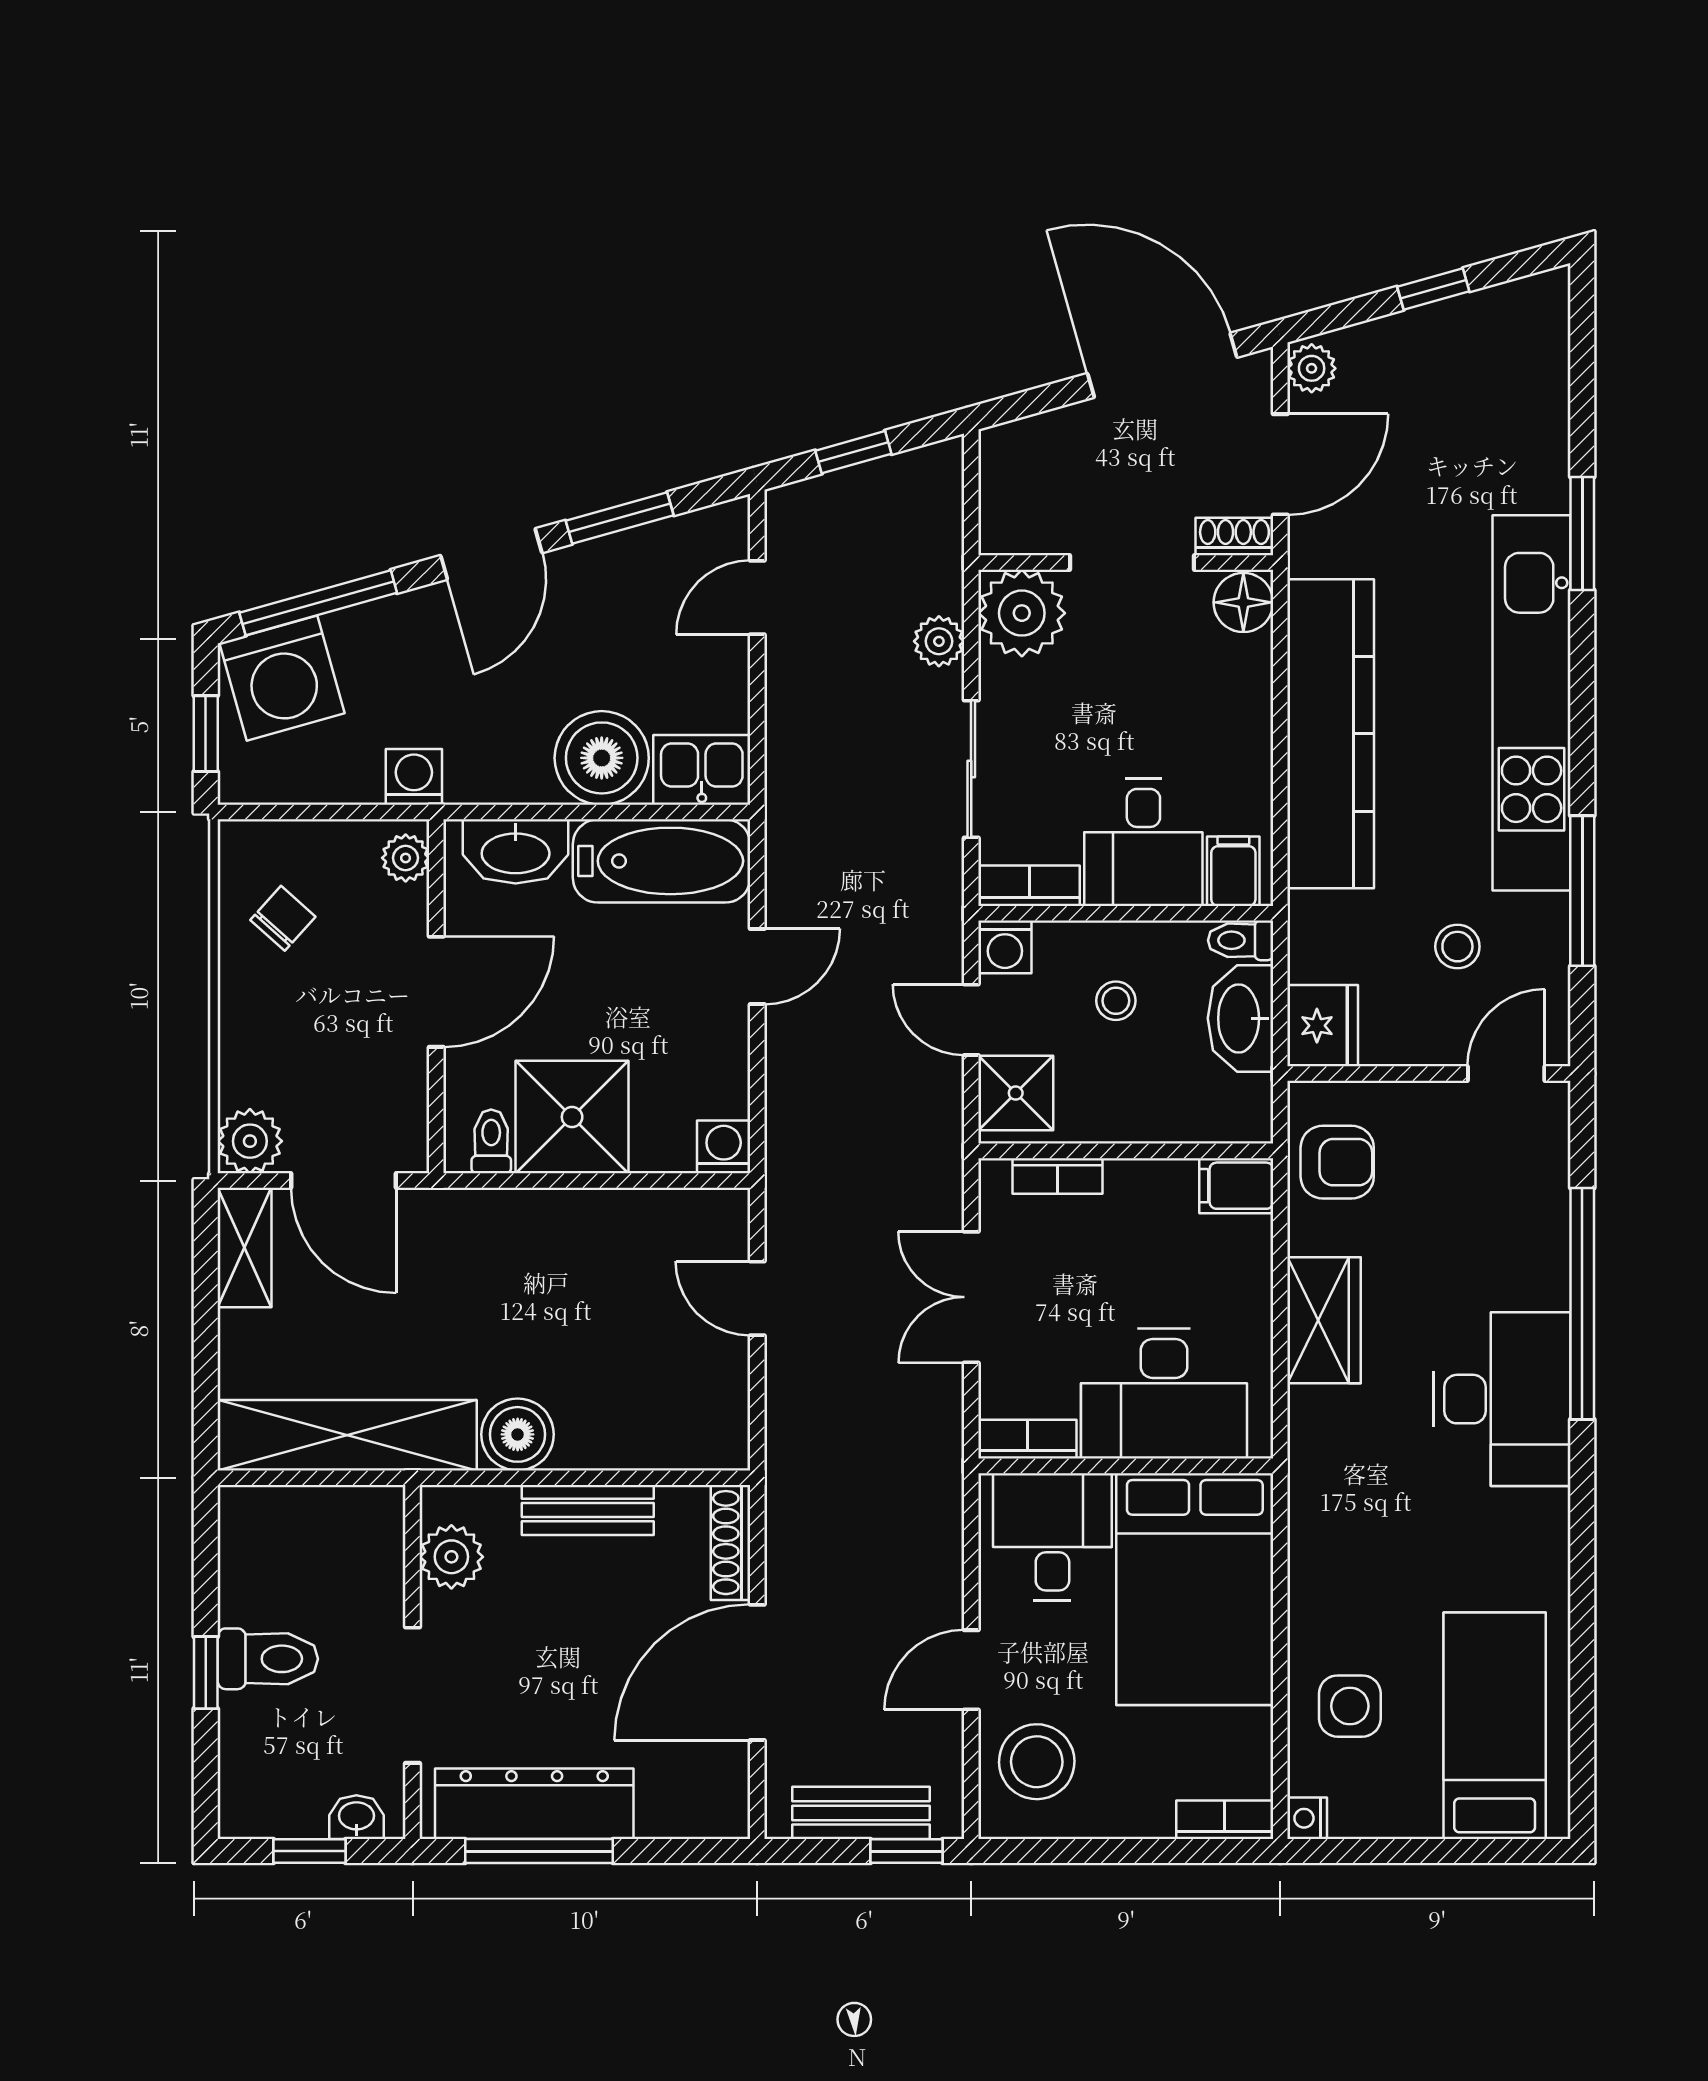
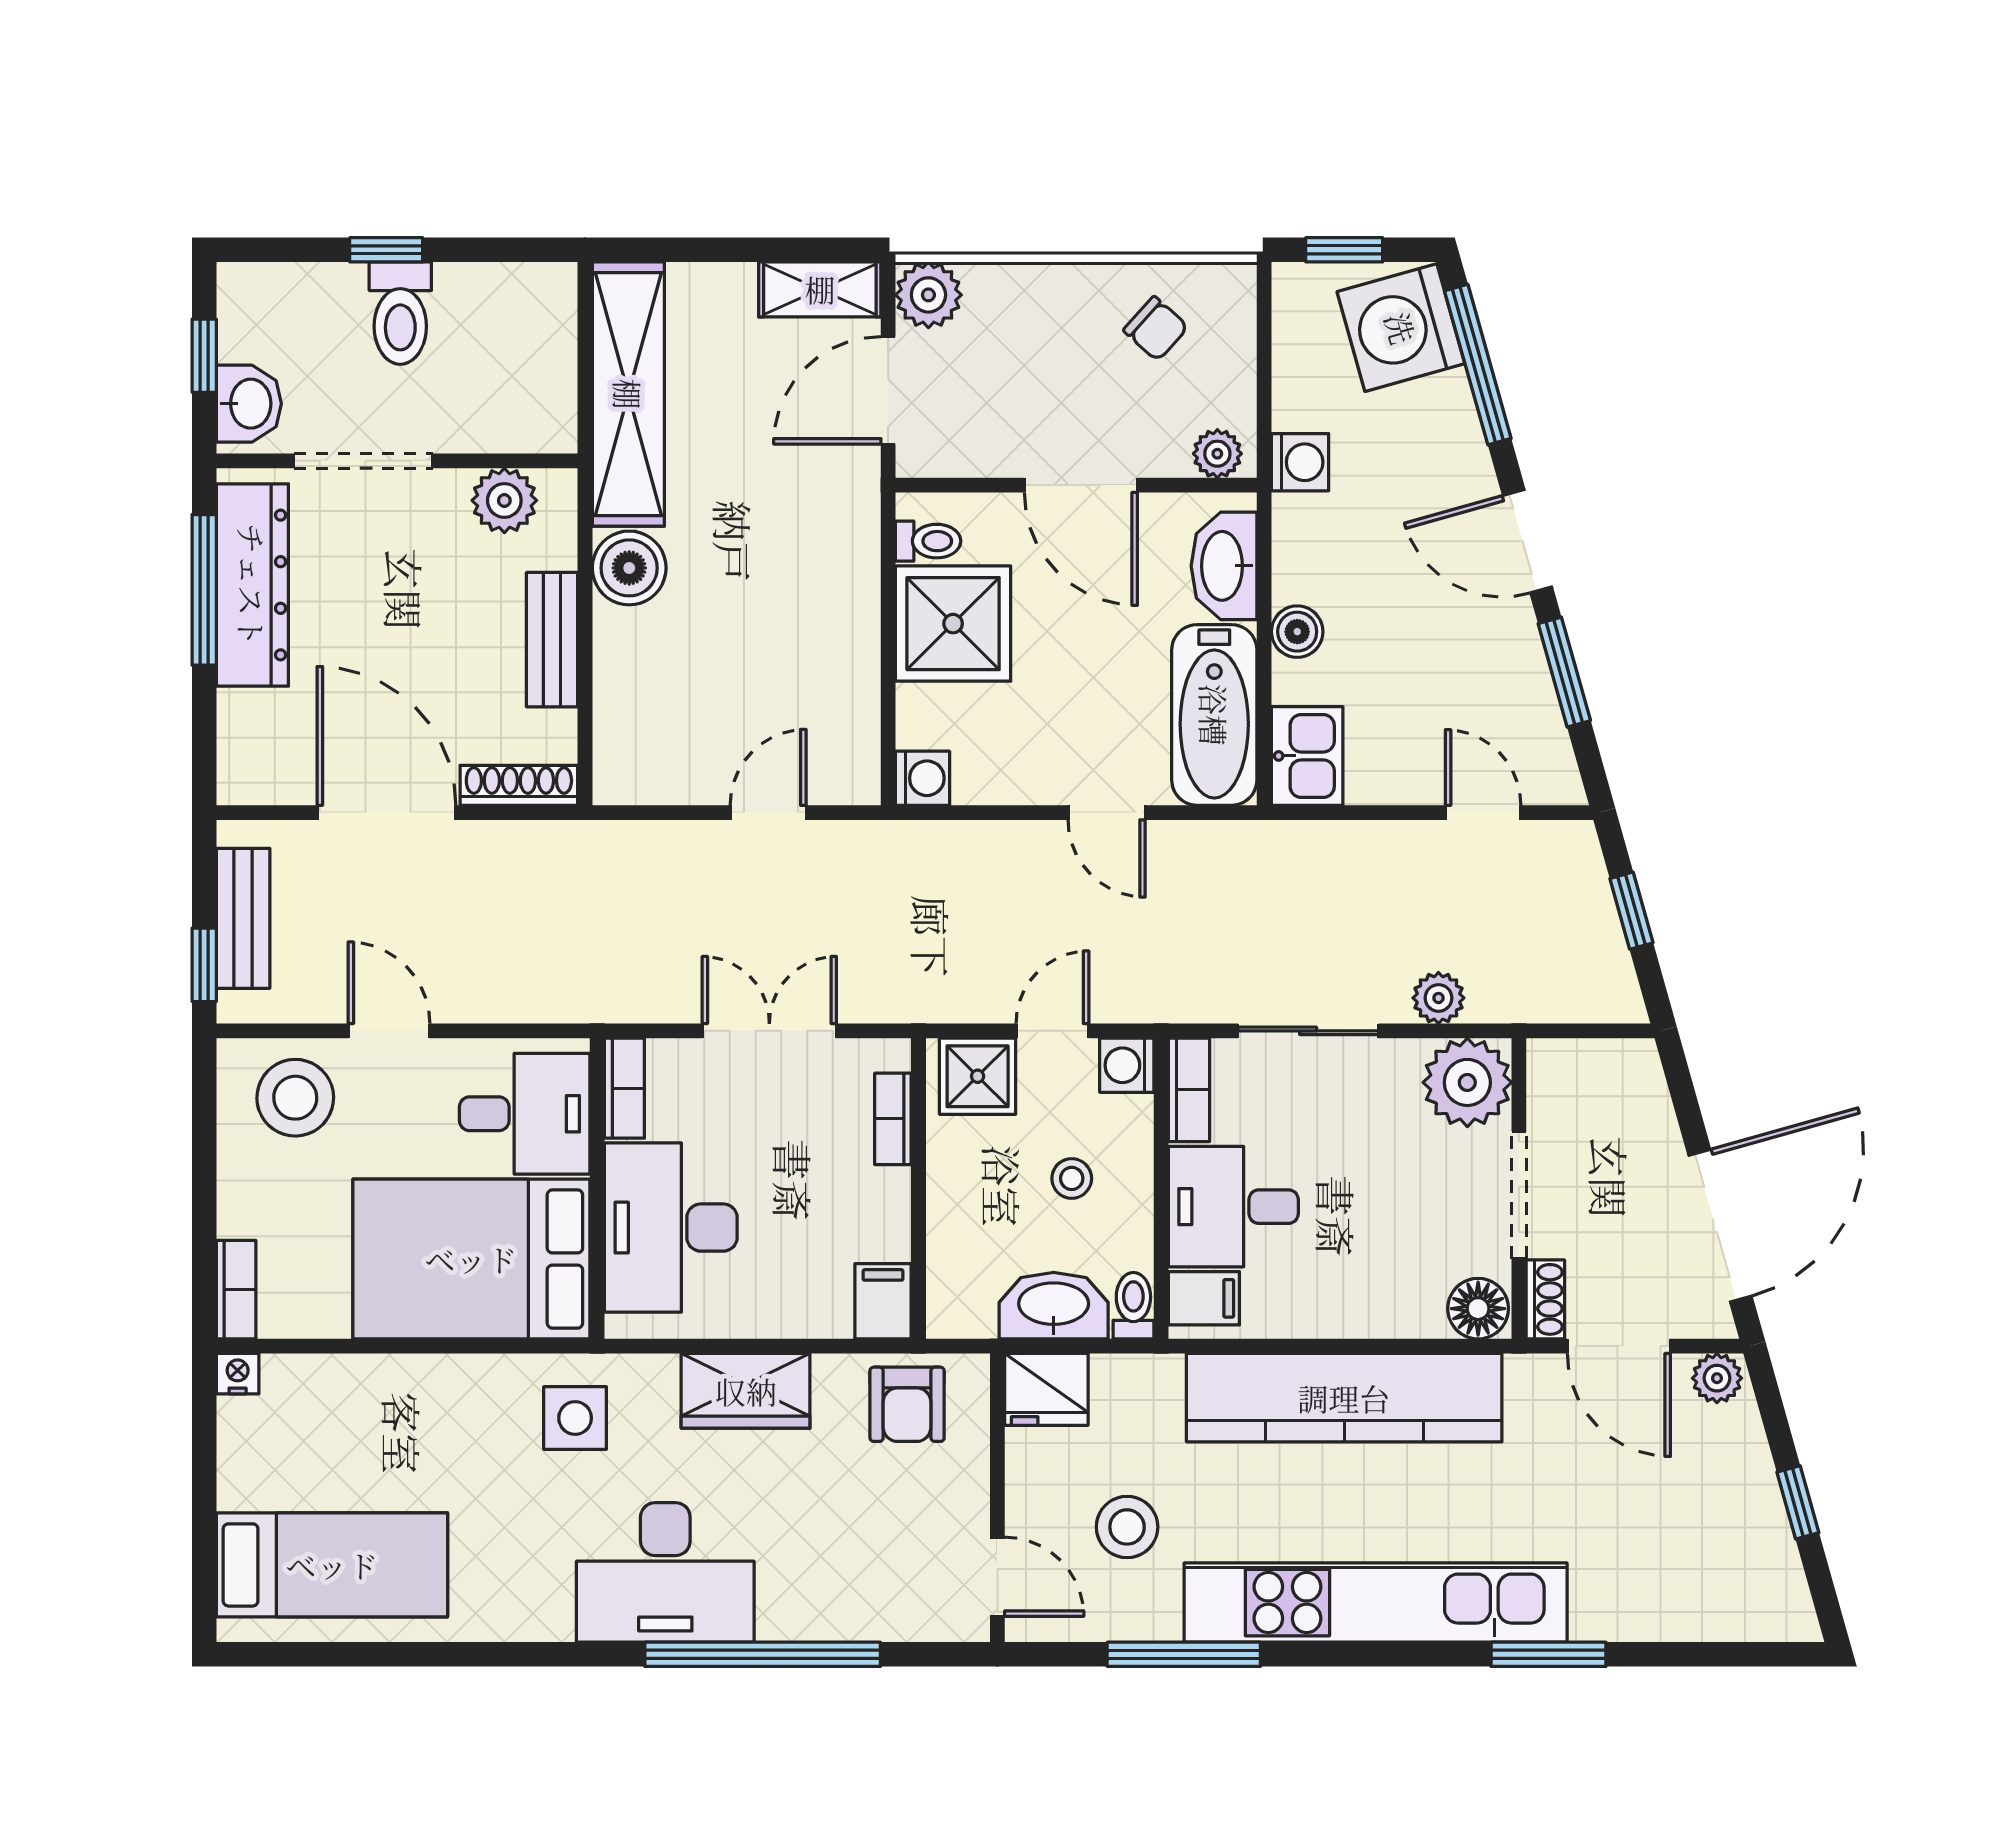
boiler: (602, 758) -> (1297, 632), width x0.54, depth x0.54
stool: (1457, 947) -> (1127, 1527), width x1.37, depth x1.37
side table: (1350, 1706) -> (575, 1418), moved
washbasin: (356, 1817) -> (249, 404), width x1.38, depth x1.45

